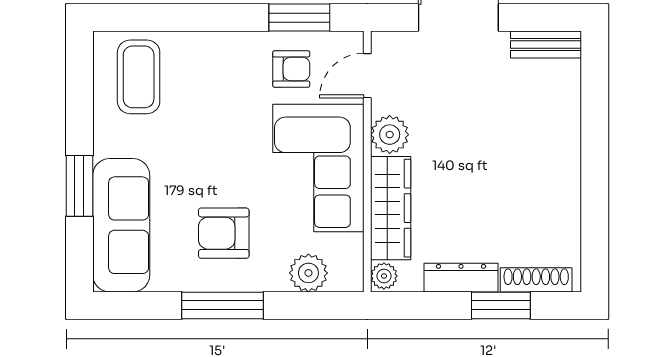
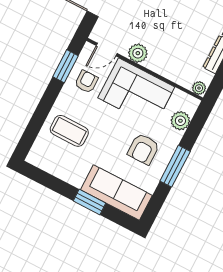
door: (367, 76) -> (107, 50), hinge flipped
coffee table: (139, 77) -> (69, 131), moved
wardrobe: (391, 208) -> (171, 70), removed

